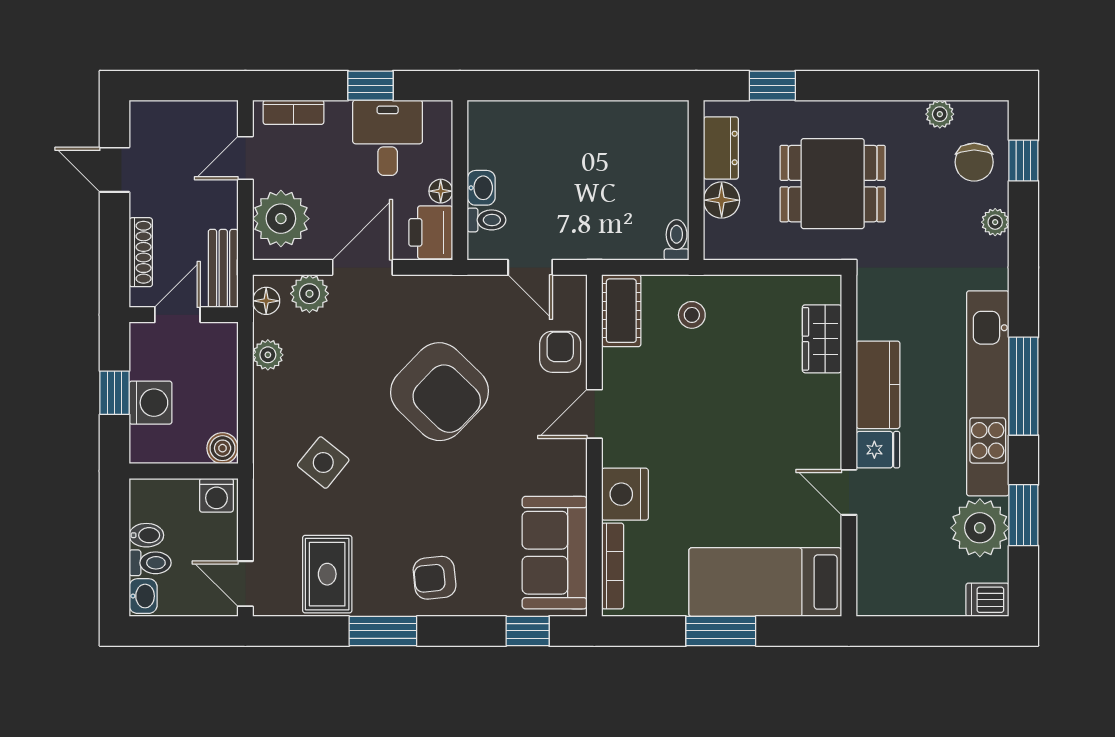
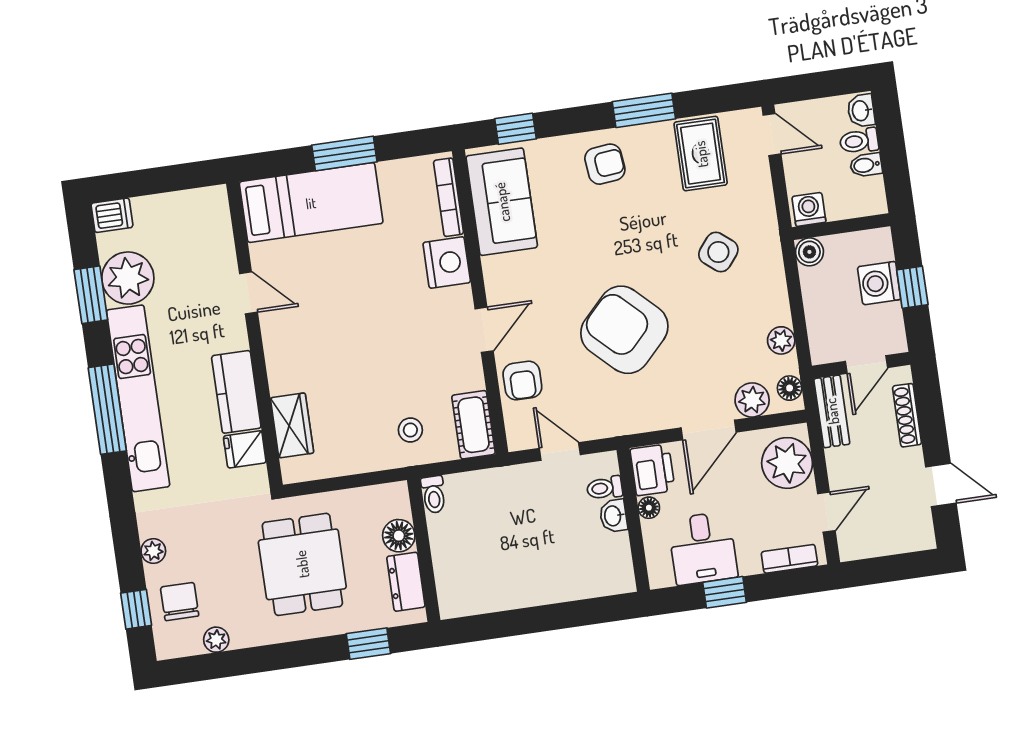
dining table: (833, 184) -> (302, 564), turned 90
fridge: (878, 450) -> (245, 449), moved

